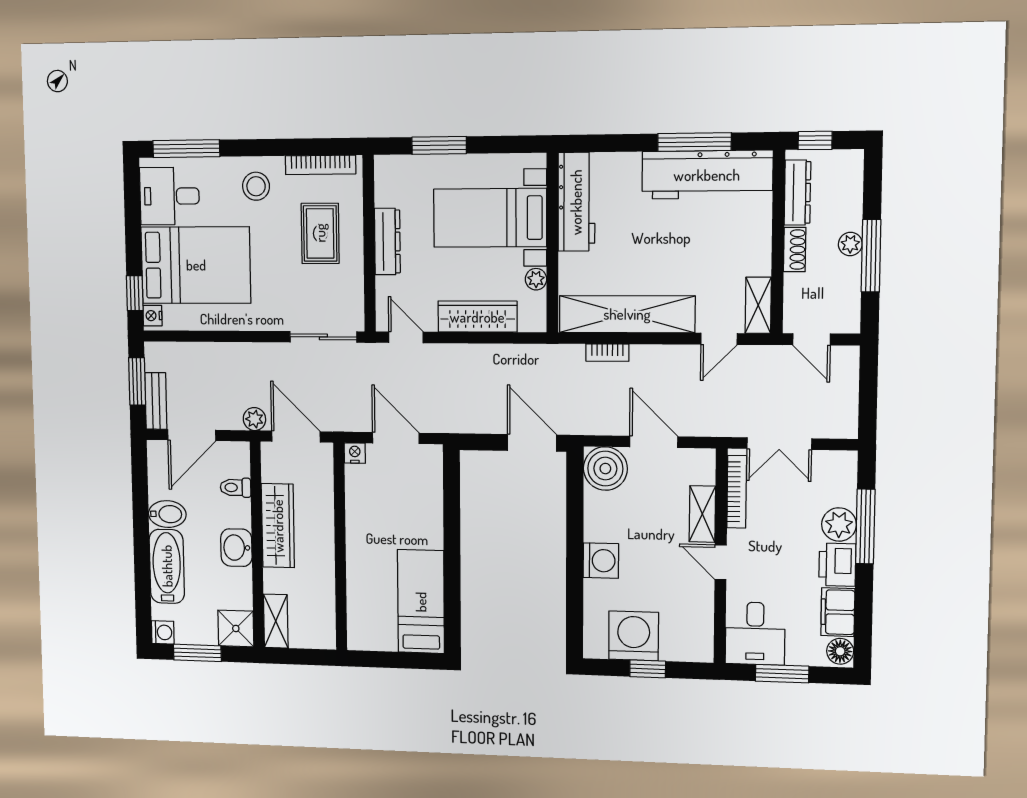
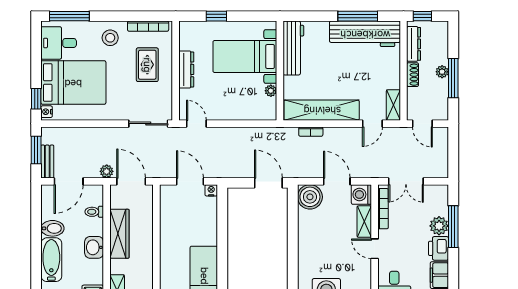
window: (439, 145) -> (216, 16), width x0.67
wardrobe: (477, 317) -> (238, 112), removed
nightstand: (355, 453) -> (211, 190), moved
washing machine: (601, 561) -> (361, 194), moved, turned 180

